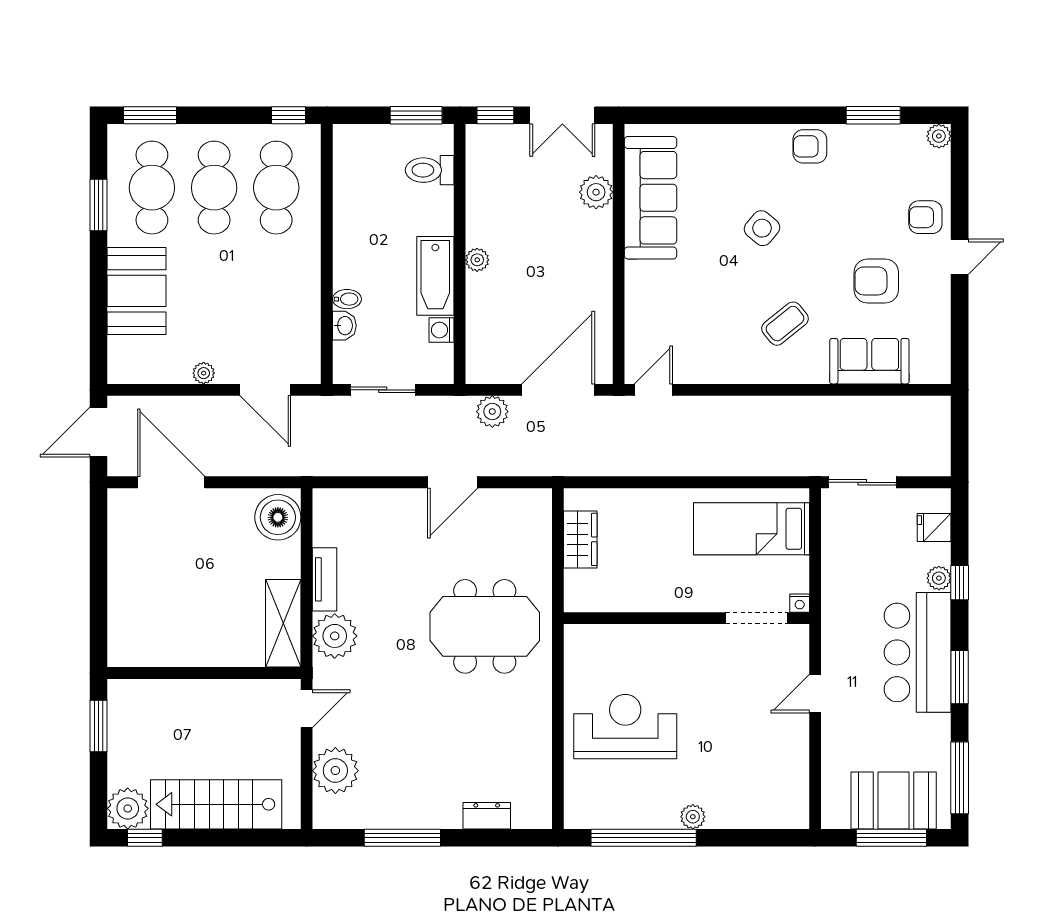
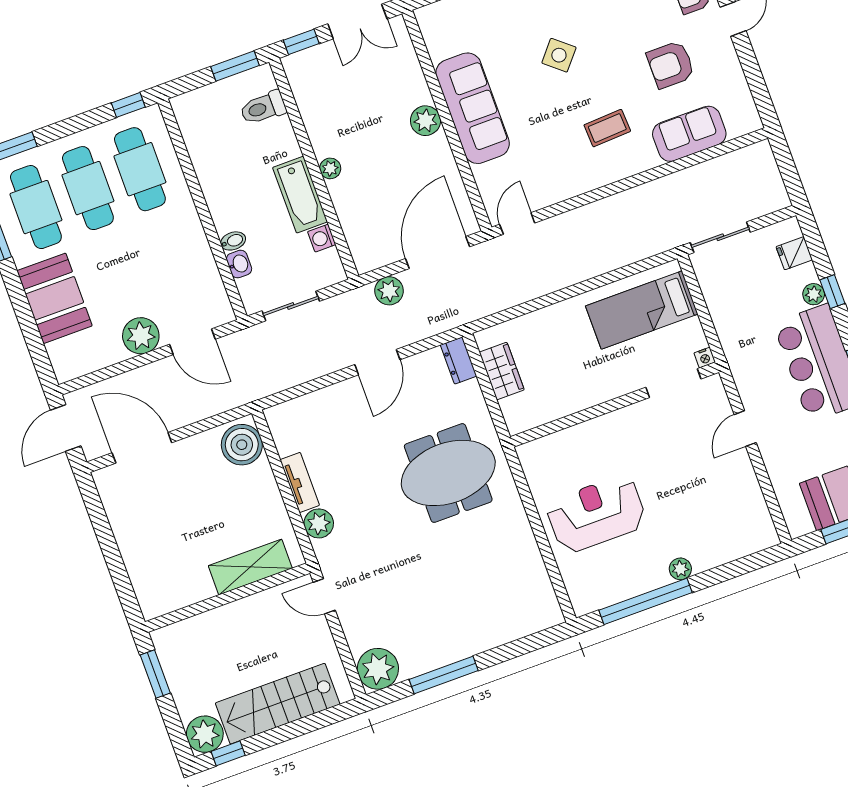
plant: (596, 192) -> (425, 121), moved
sofa: (650, 198) -> (473, 108), moved
coffee table: (785, 324) -> (607, 128), turned 36
plant: (204, 373) -> (141, 336), width x1.87, depth x1.87
shelving: (283, 623) -> (250, 567), moved, turned 90
plant: (335, 636) -> (319, 523), width x0.73, depth x0.73
door: (307, 709) -> (324, 596), swing flipped
plant: (335, 771) -> (378, 669), moved
dresser: (487, 816) -> (459, 360), moved, turned -90

